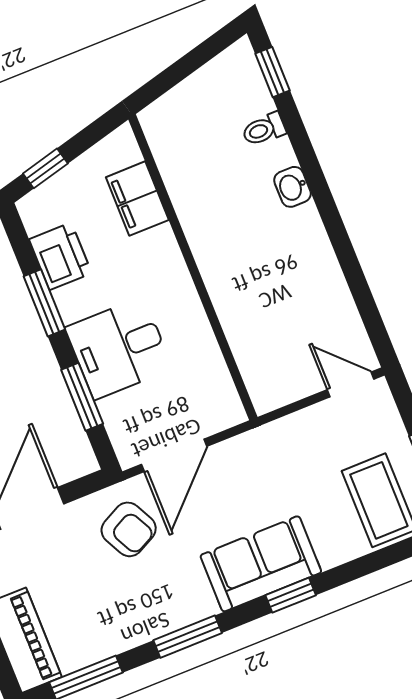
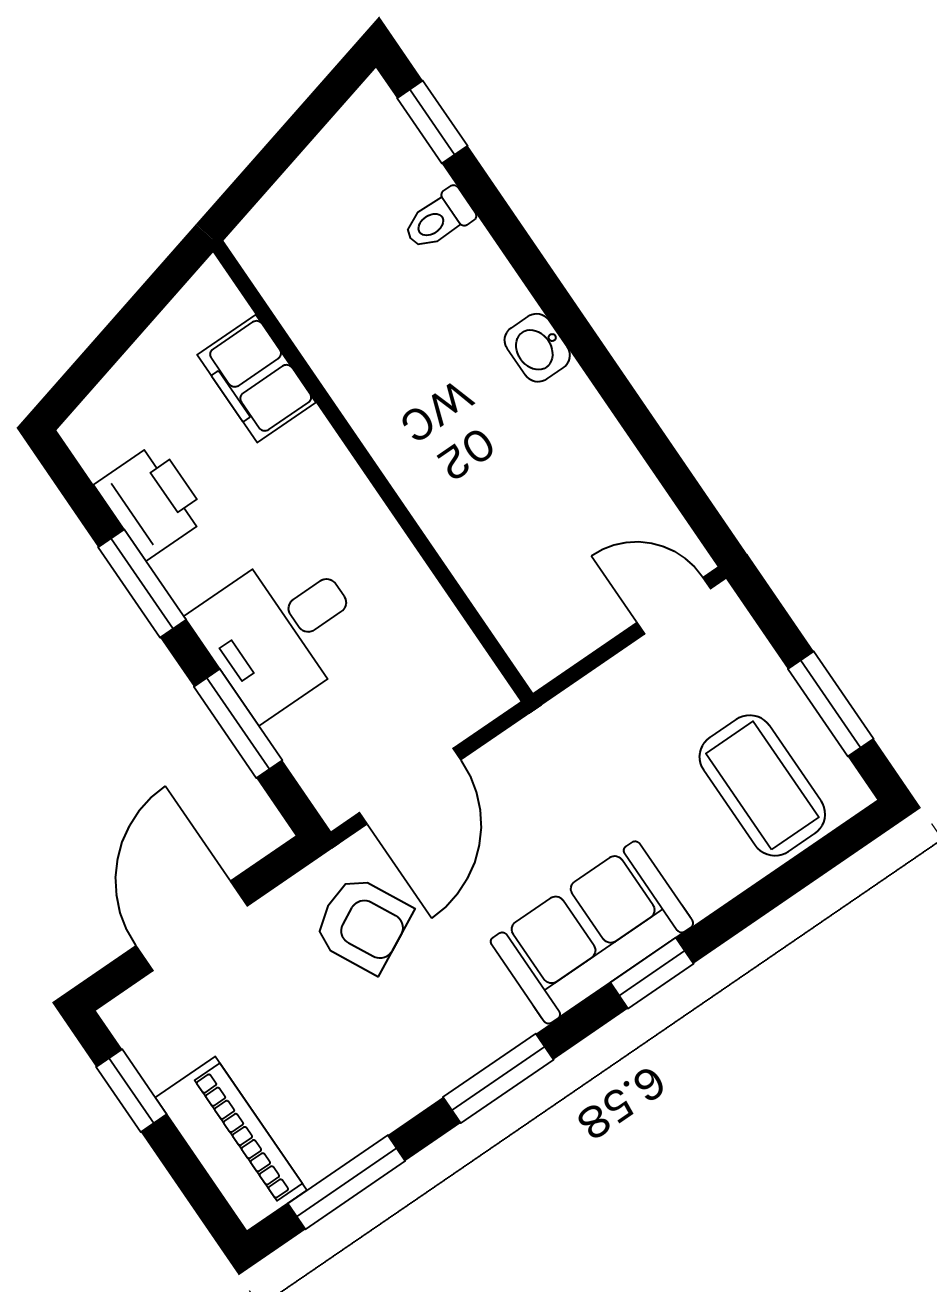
window: (45, 168) -> (95, 363), removed
washbasin: (292, 187) -> (537, 348), moved

